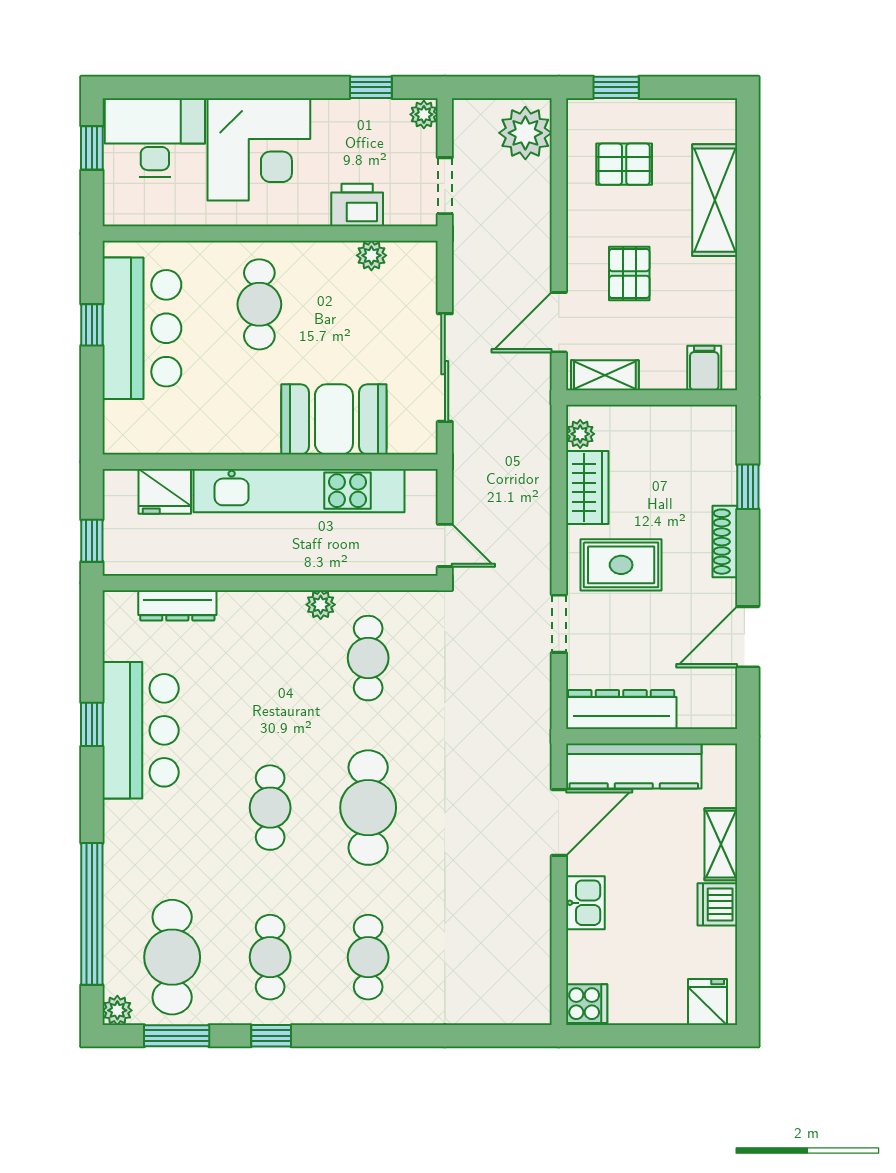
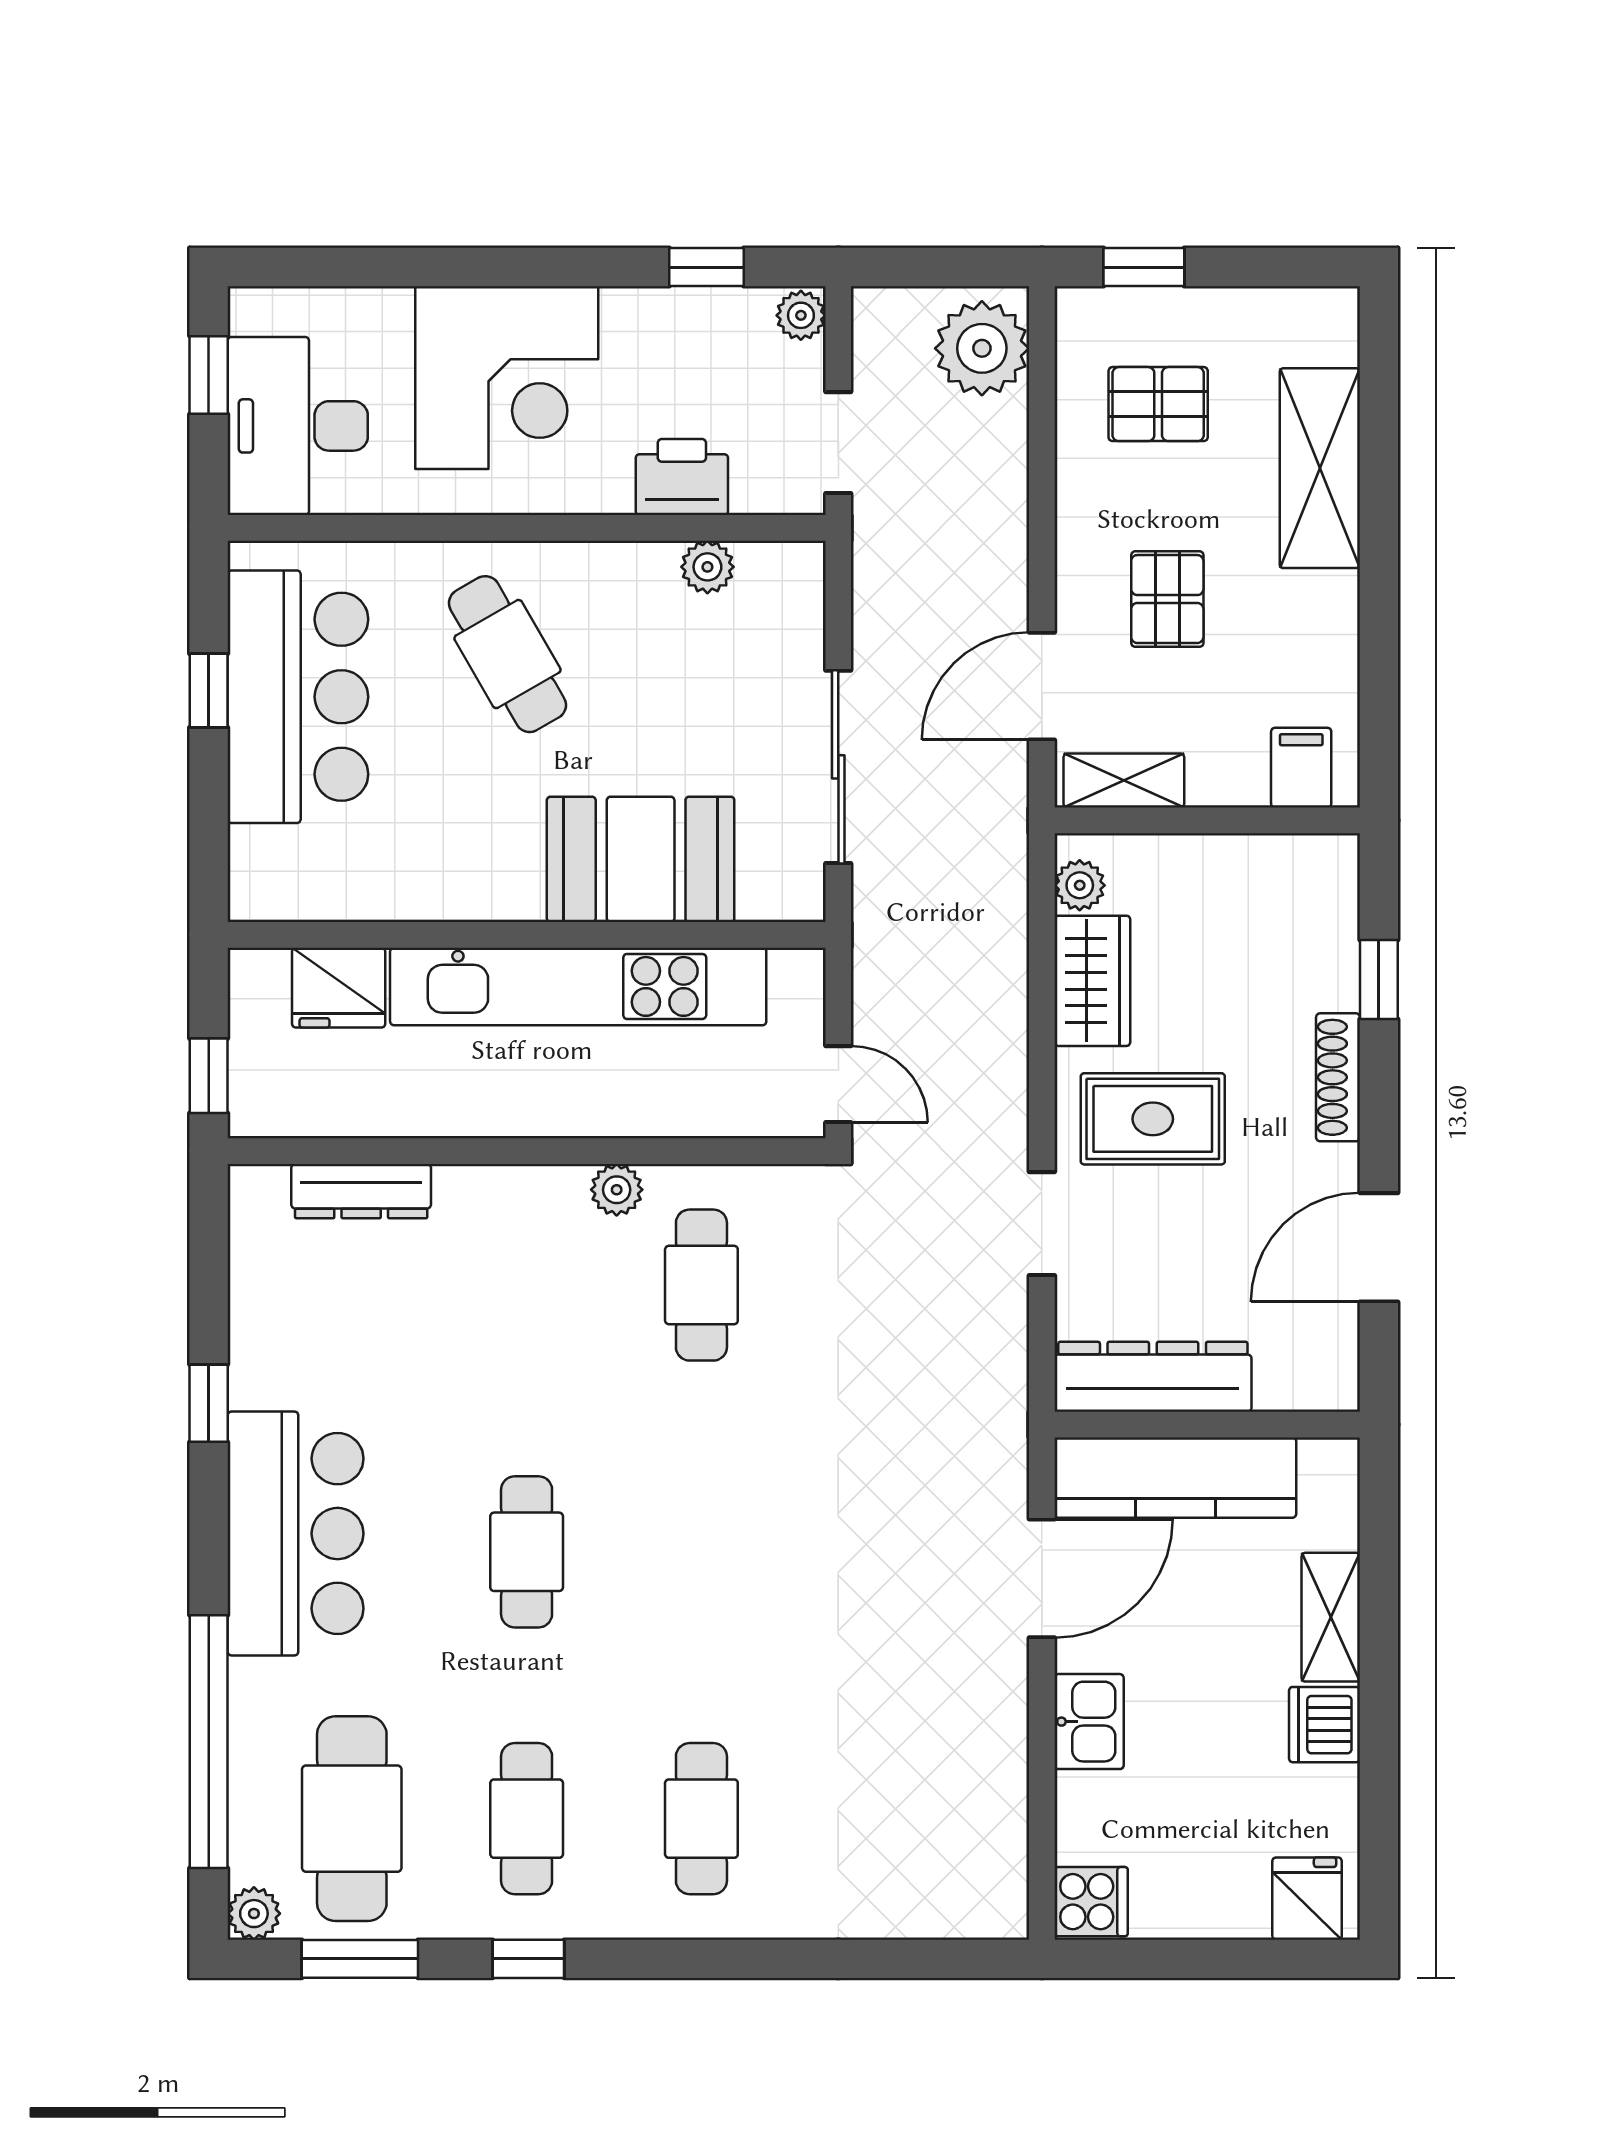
desk: (155, 137) -> (298, 426), moved, turned -90
cafe table: (259, 304) -> (507, 654), turned -30
bar counter: (141, 730) -> (295, 1534), moved
cafe table: (368, 808) -> (701, 1552), removed

